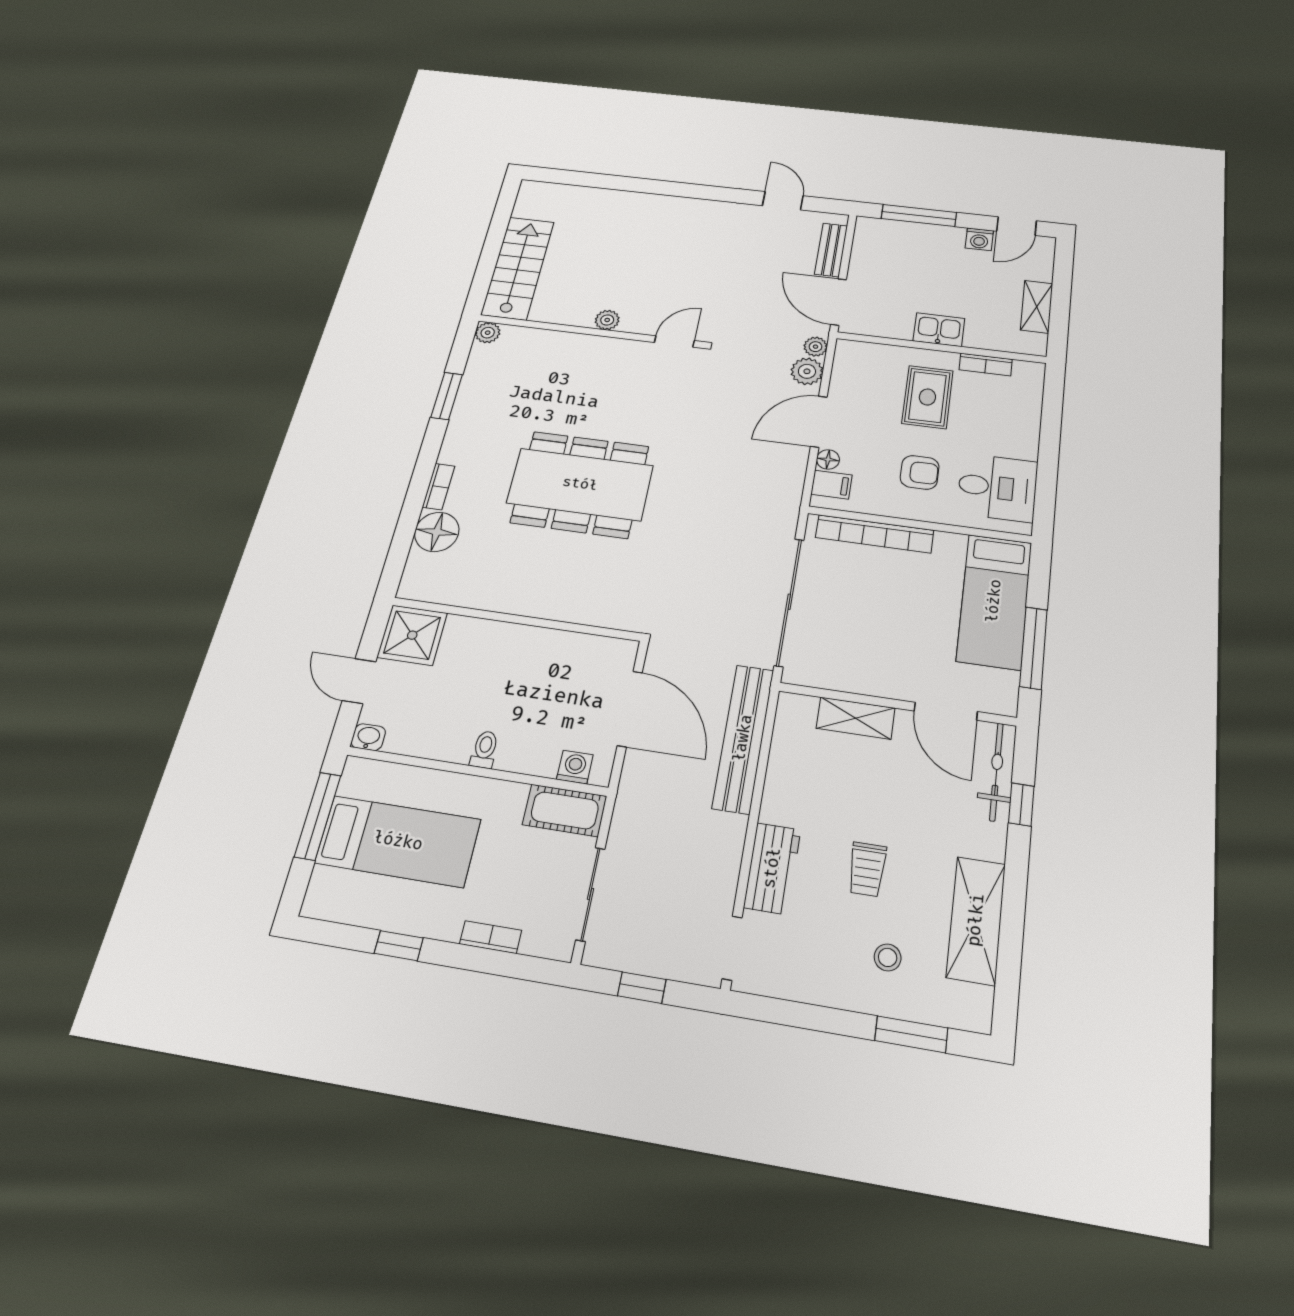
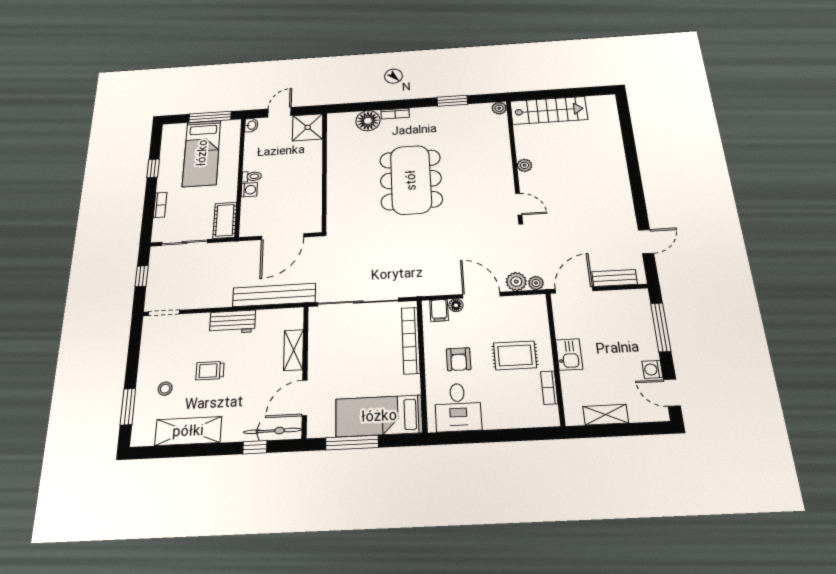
washing machine: (575, 767) -> (249, 190), moved
workbench: (772, 868) -> (232, 322), moved

